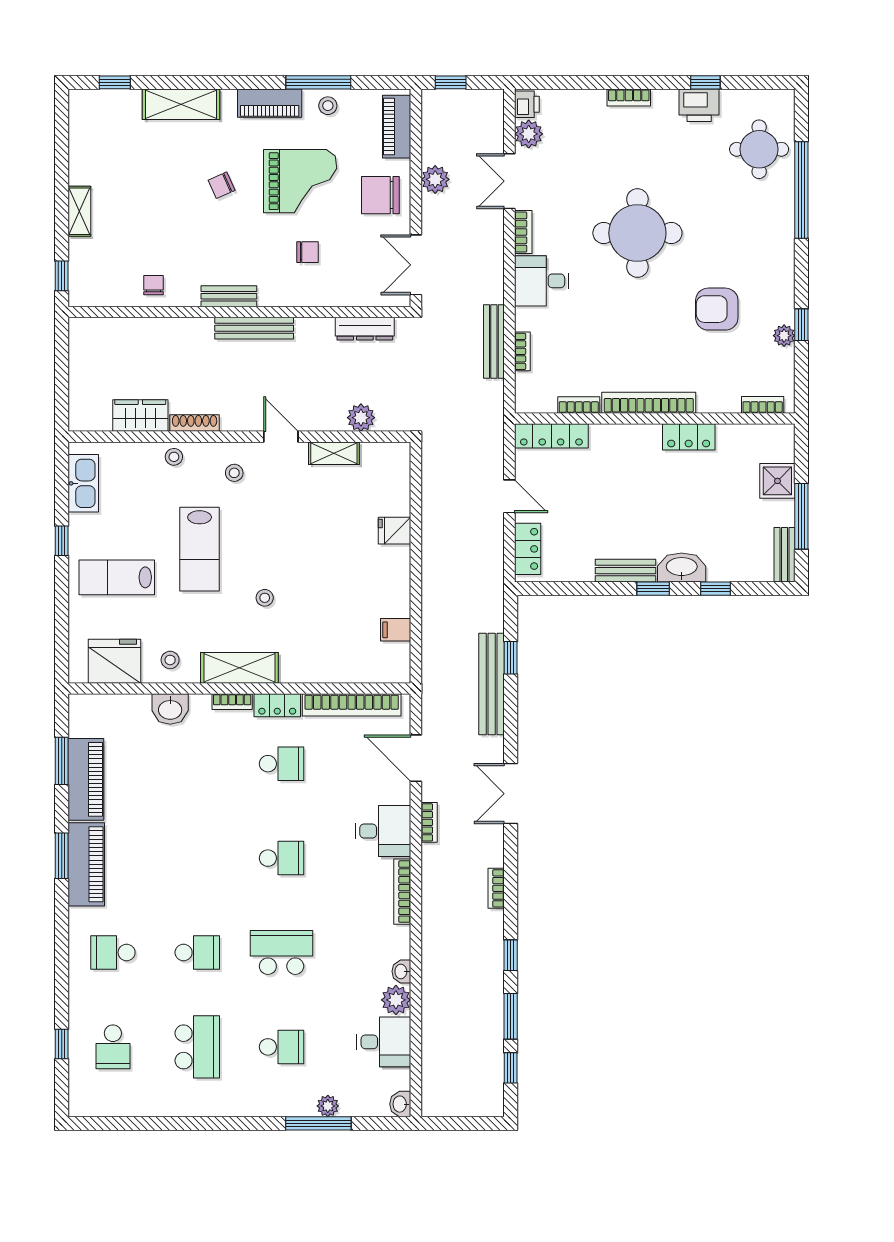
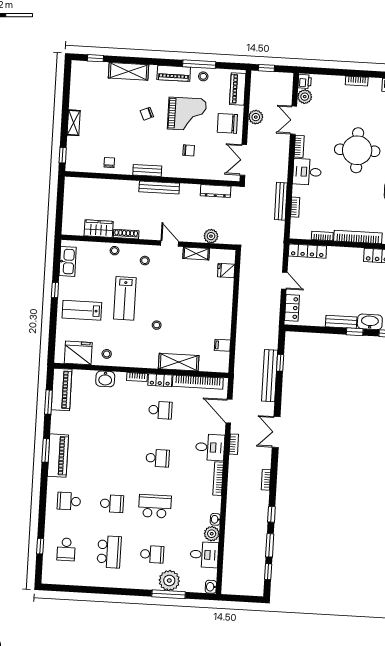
fridge: (395, 531) -> (226, 270), moved
shelving: (239, 668) -> (179, 362), moved
piano: (86, 779) -> (62, 390), moved
plant: (328, 1106) -> (169, 580), width x1.87, depth x1.87

